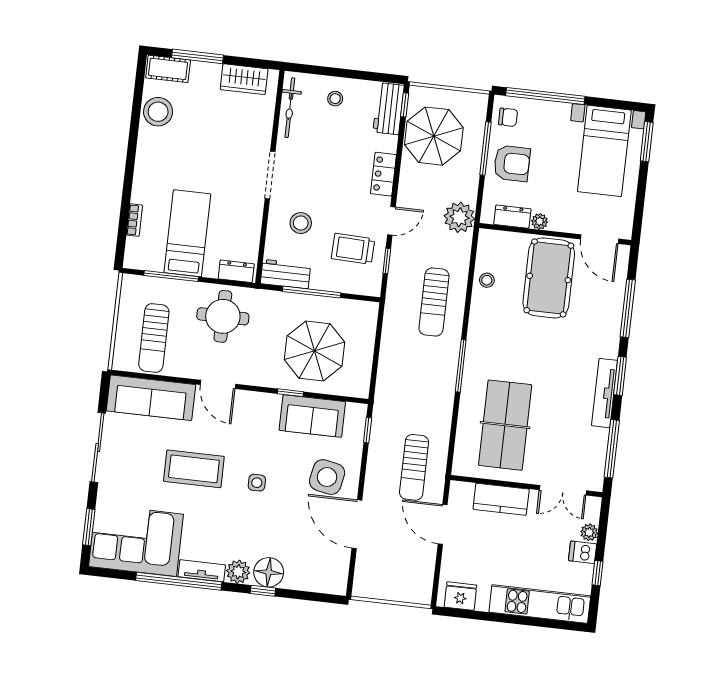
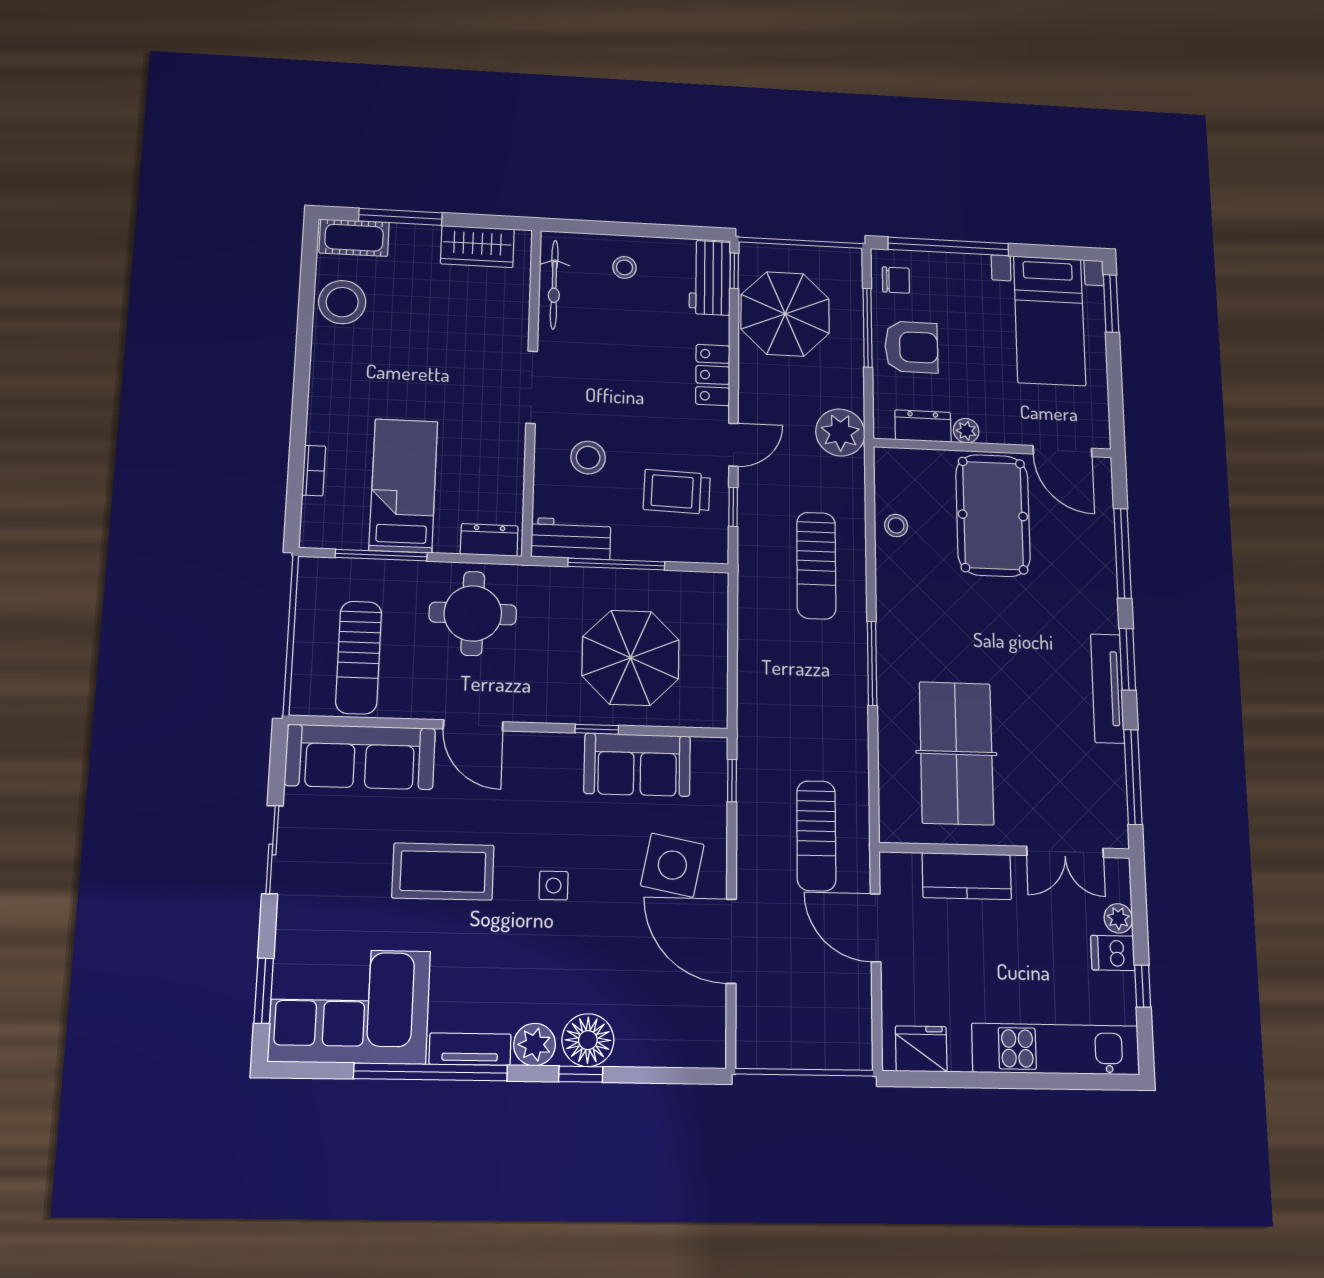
sliding door: (98, 448) -> (272, 850), width x0.73

